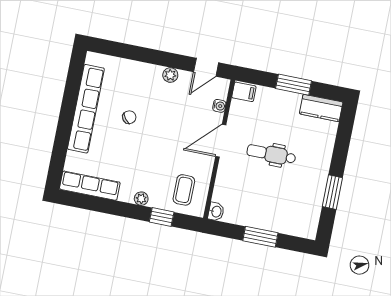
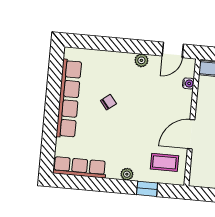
door: (221, 141) -> (191, 134), moved
coffee table: (184, 190) -> (164, 162), turned 90
washbasin: (216, 212) -> (195, 179), removed

